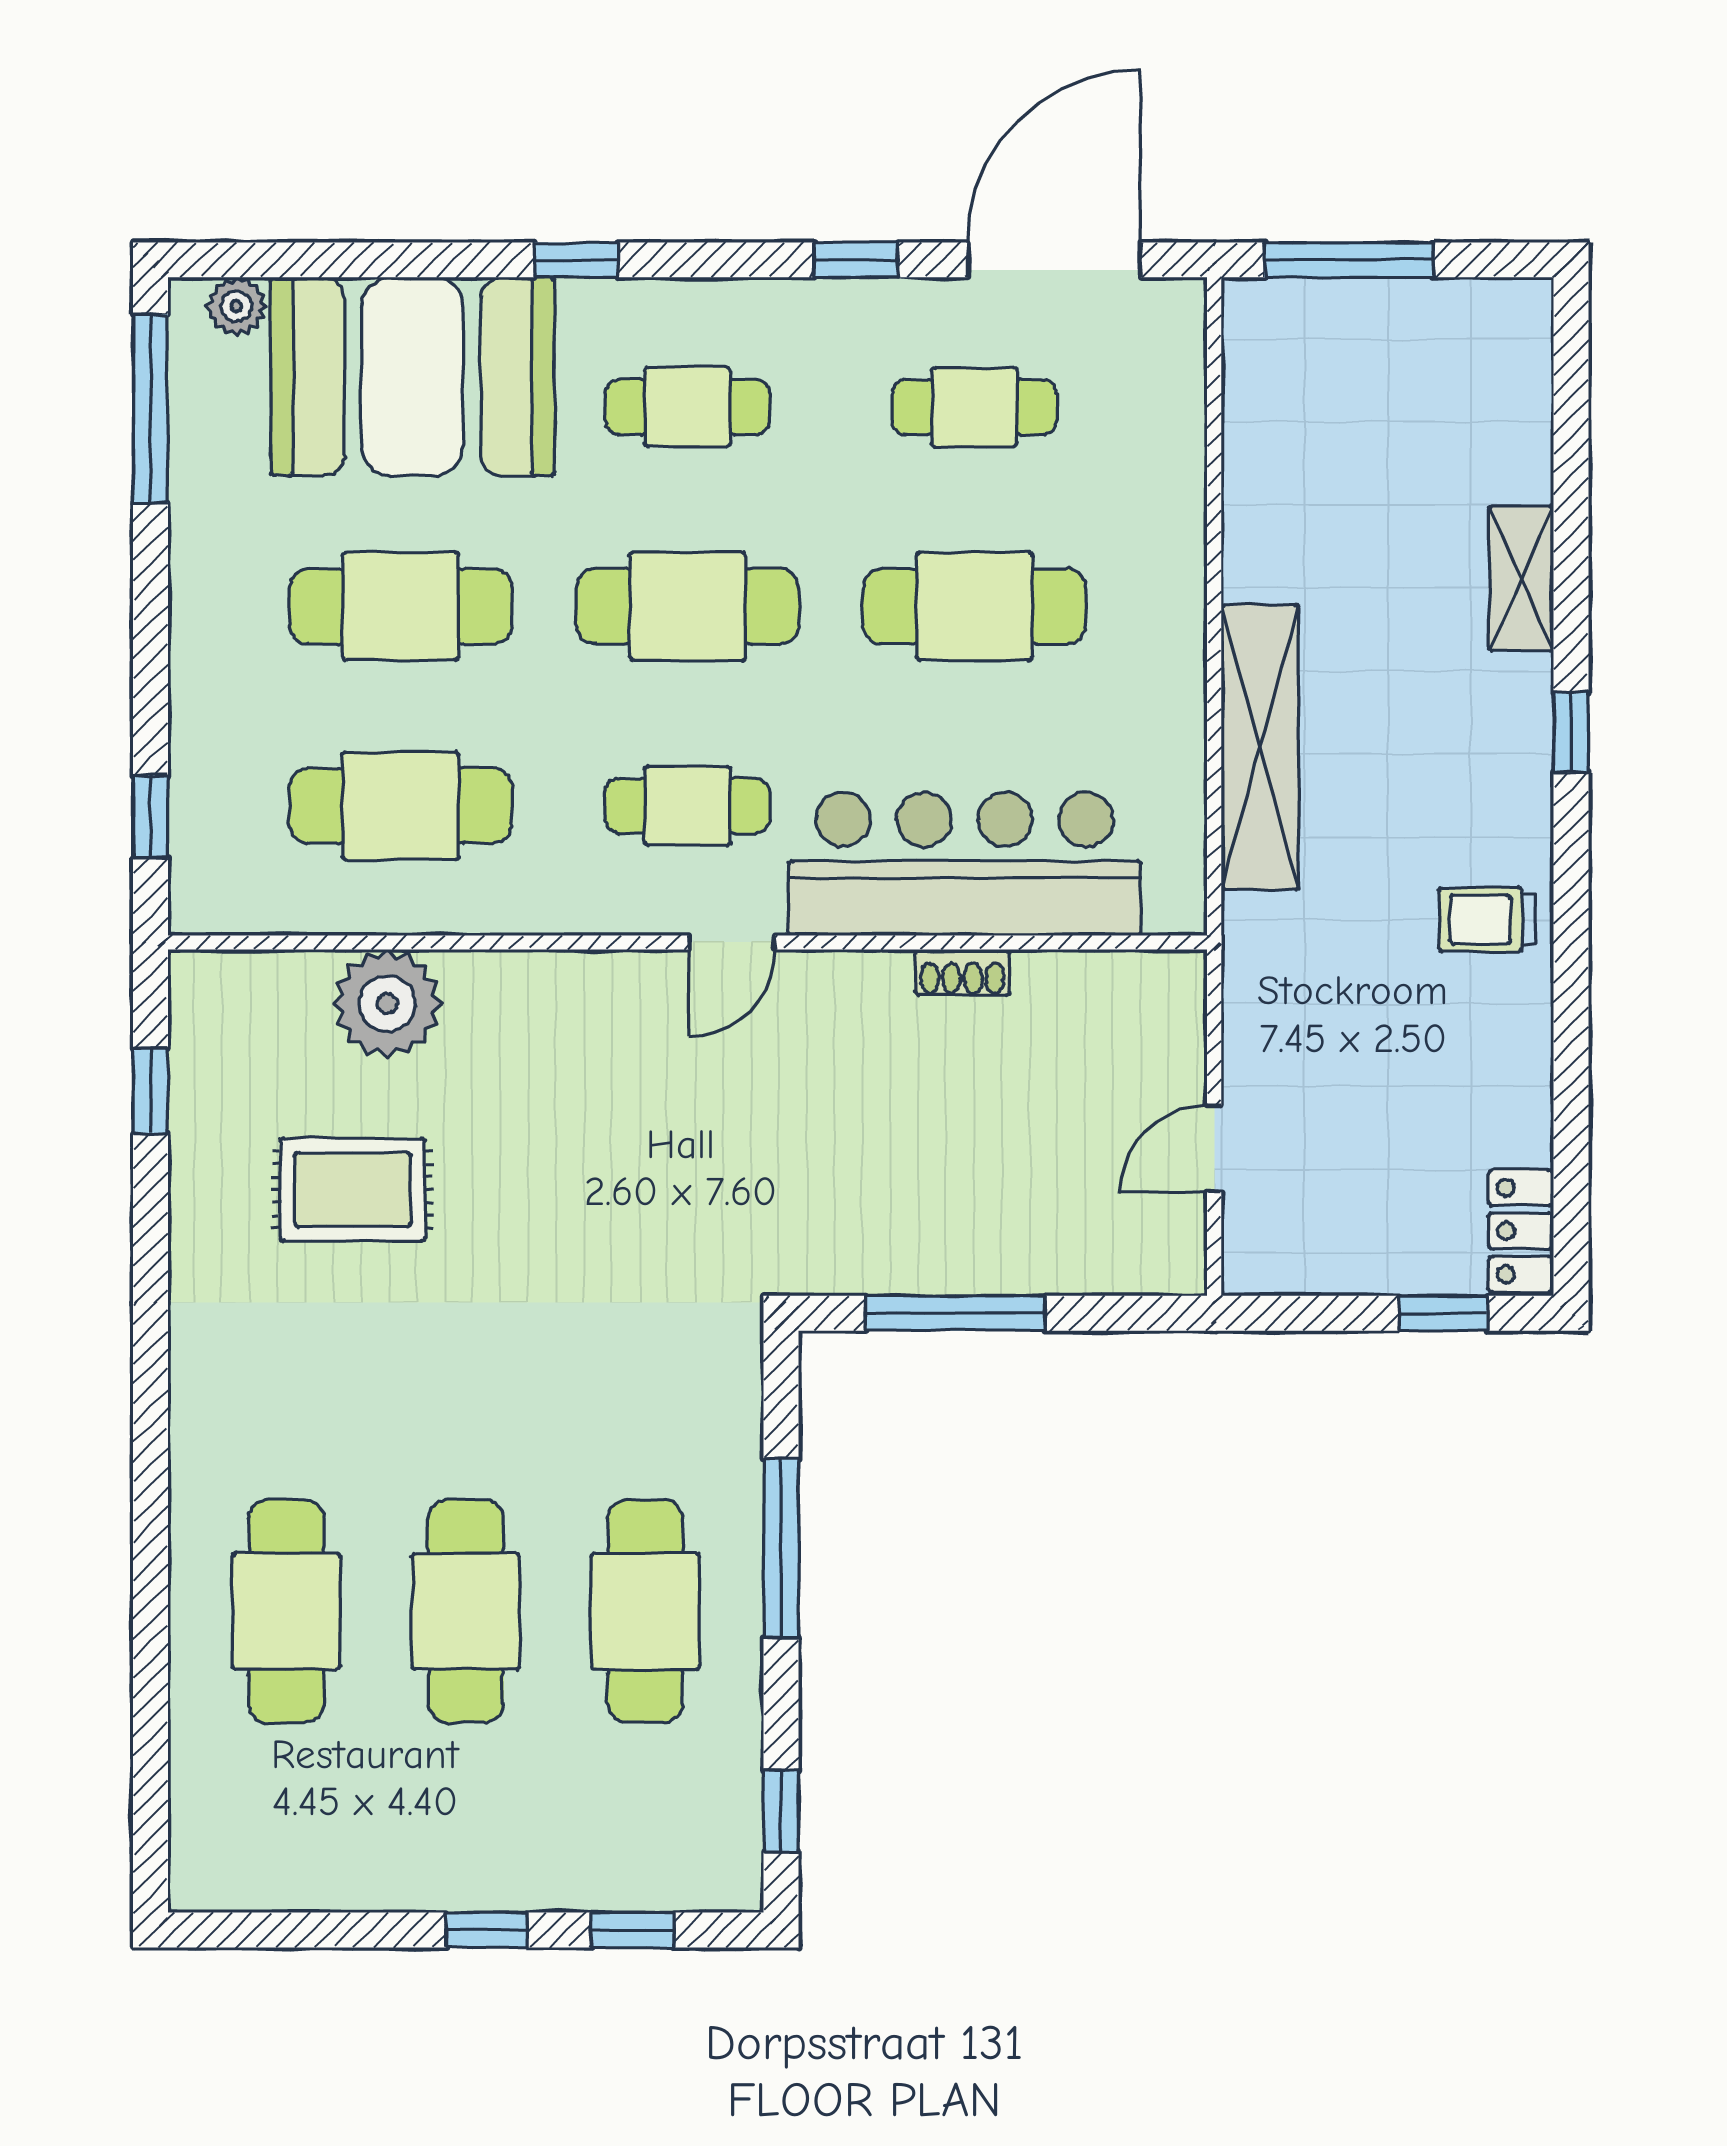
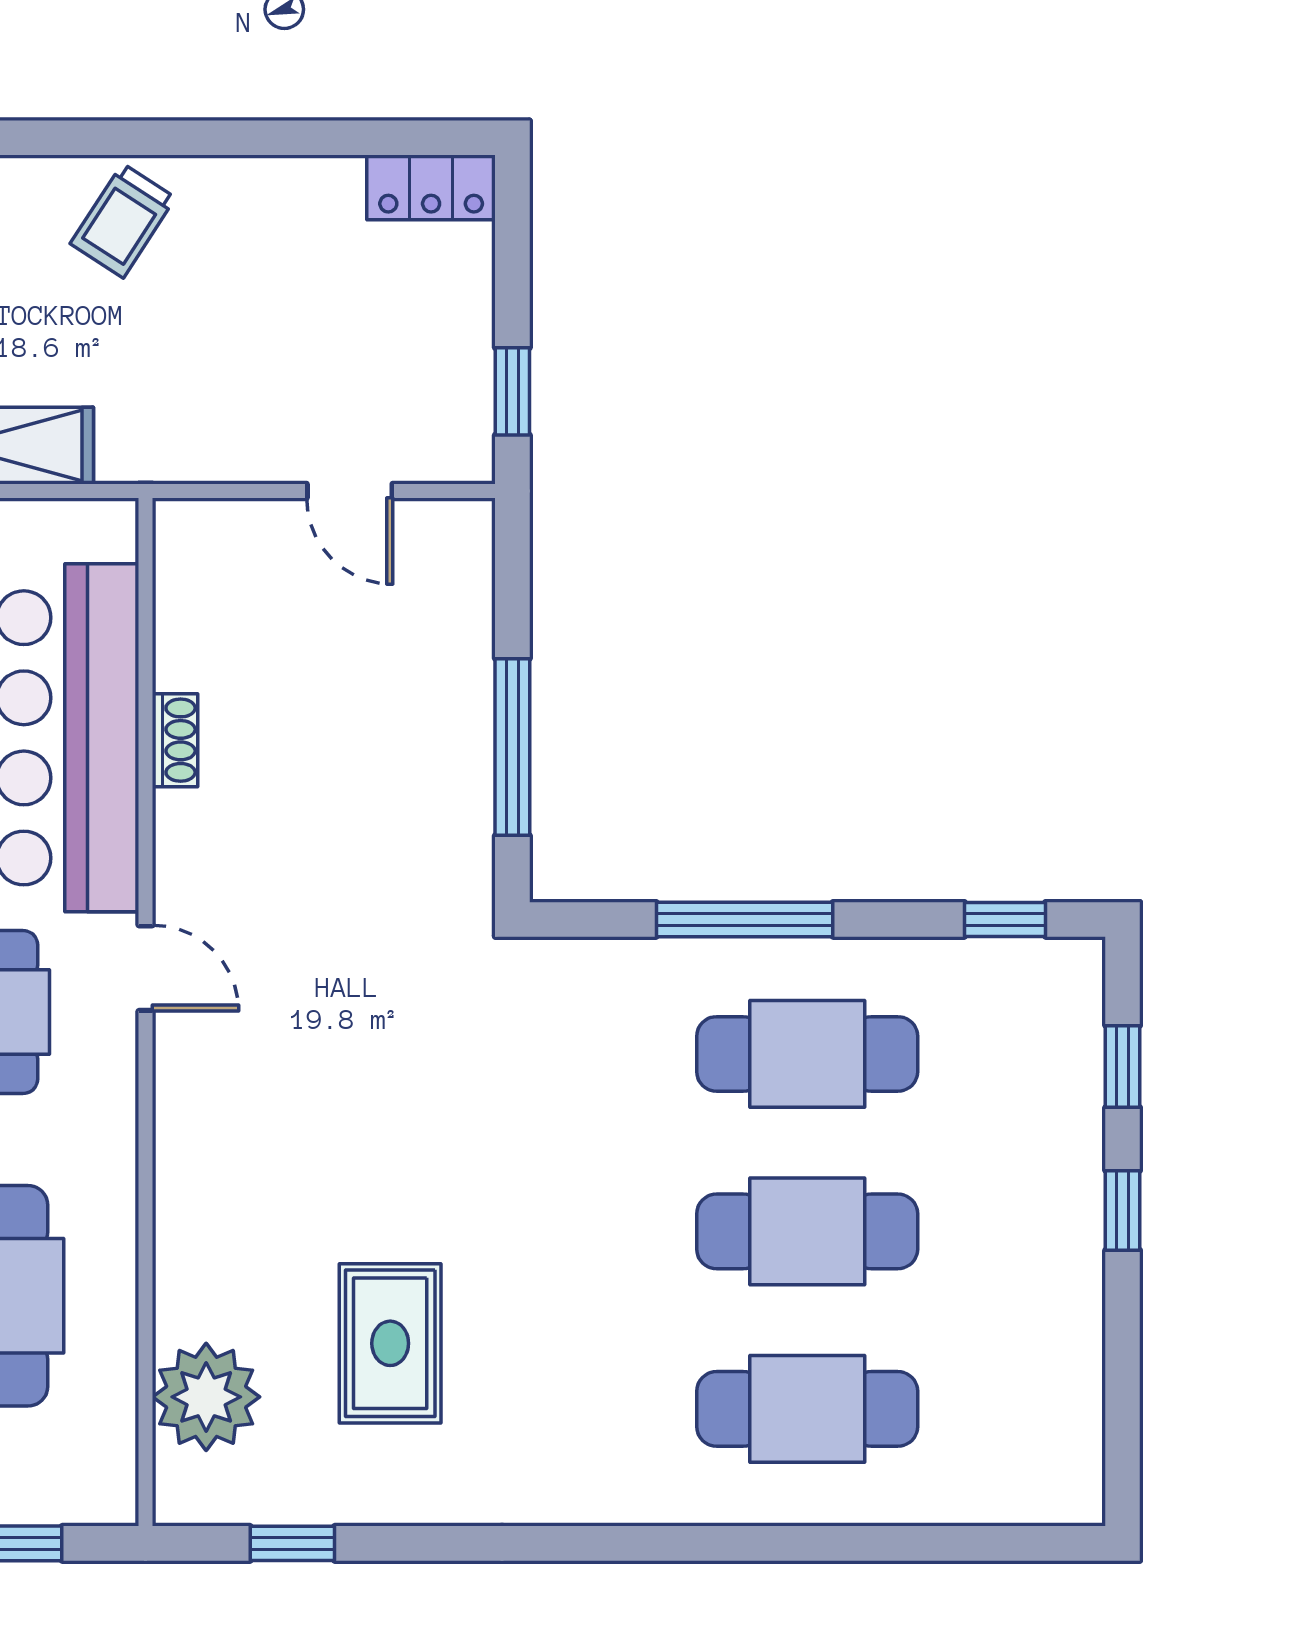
trolley: (1487, 920) -> (123, 221), turned 33
plant: (387, 1004) -> (206, 1397), moved
window: (1443, 1313) -> (512, 391), moved

